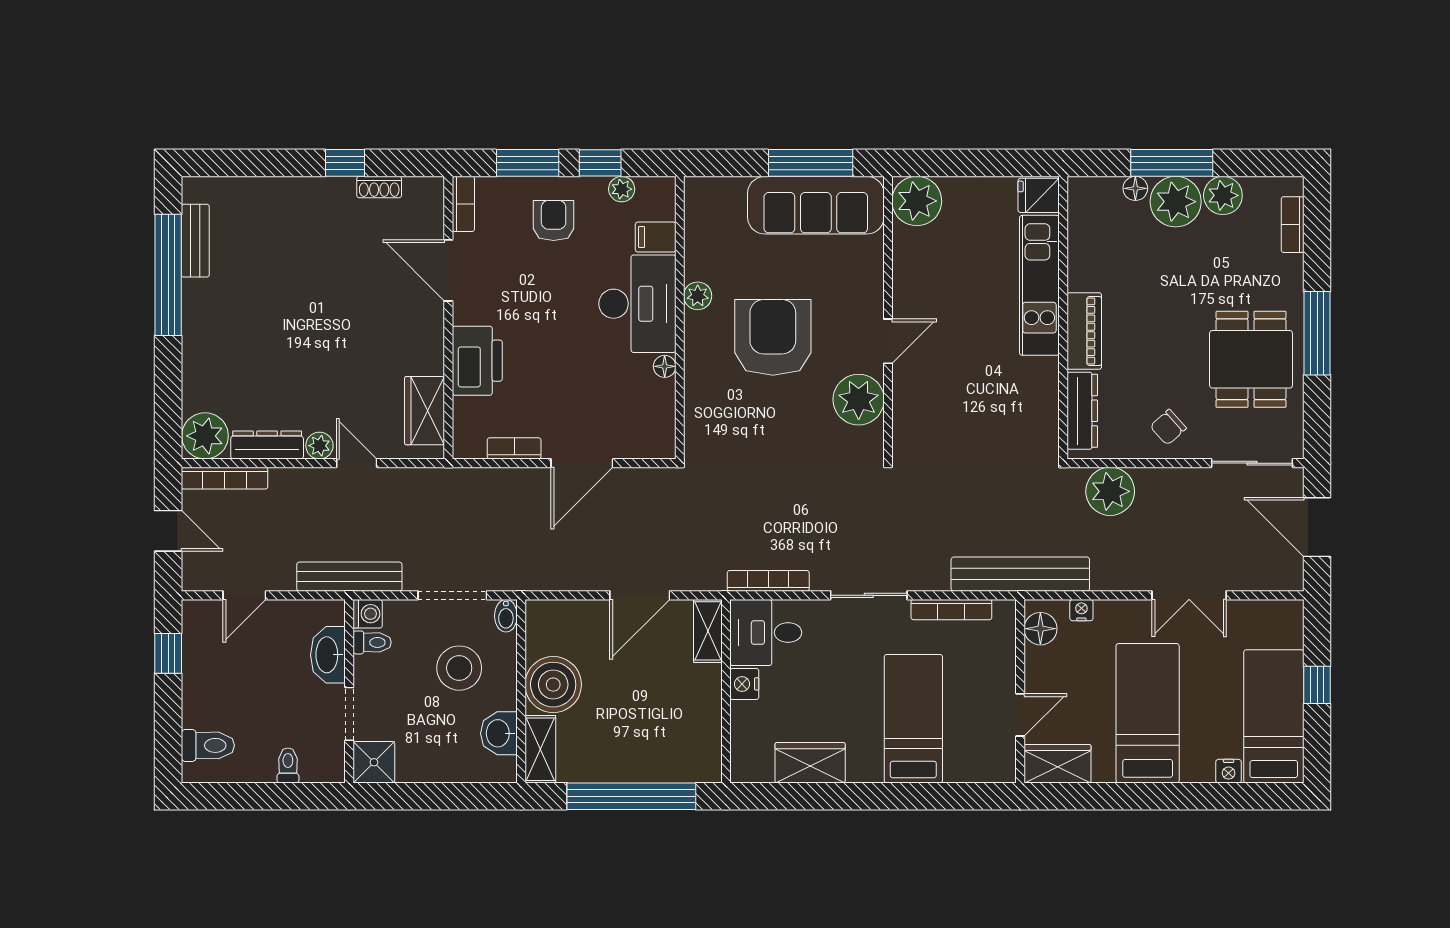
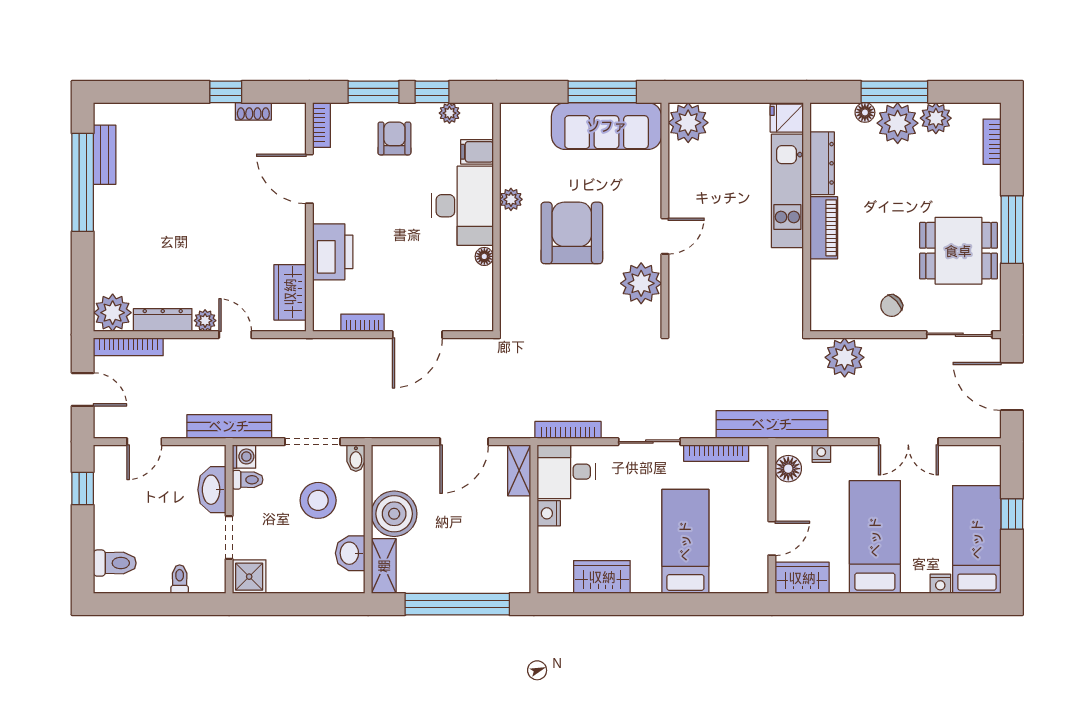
dining table: (1251, 359) -> (958, 251), turned 90
dresser: (1082, 411) -> (822, 163), moved

